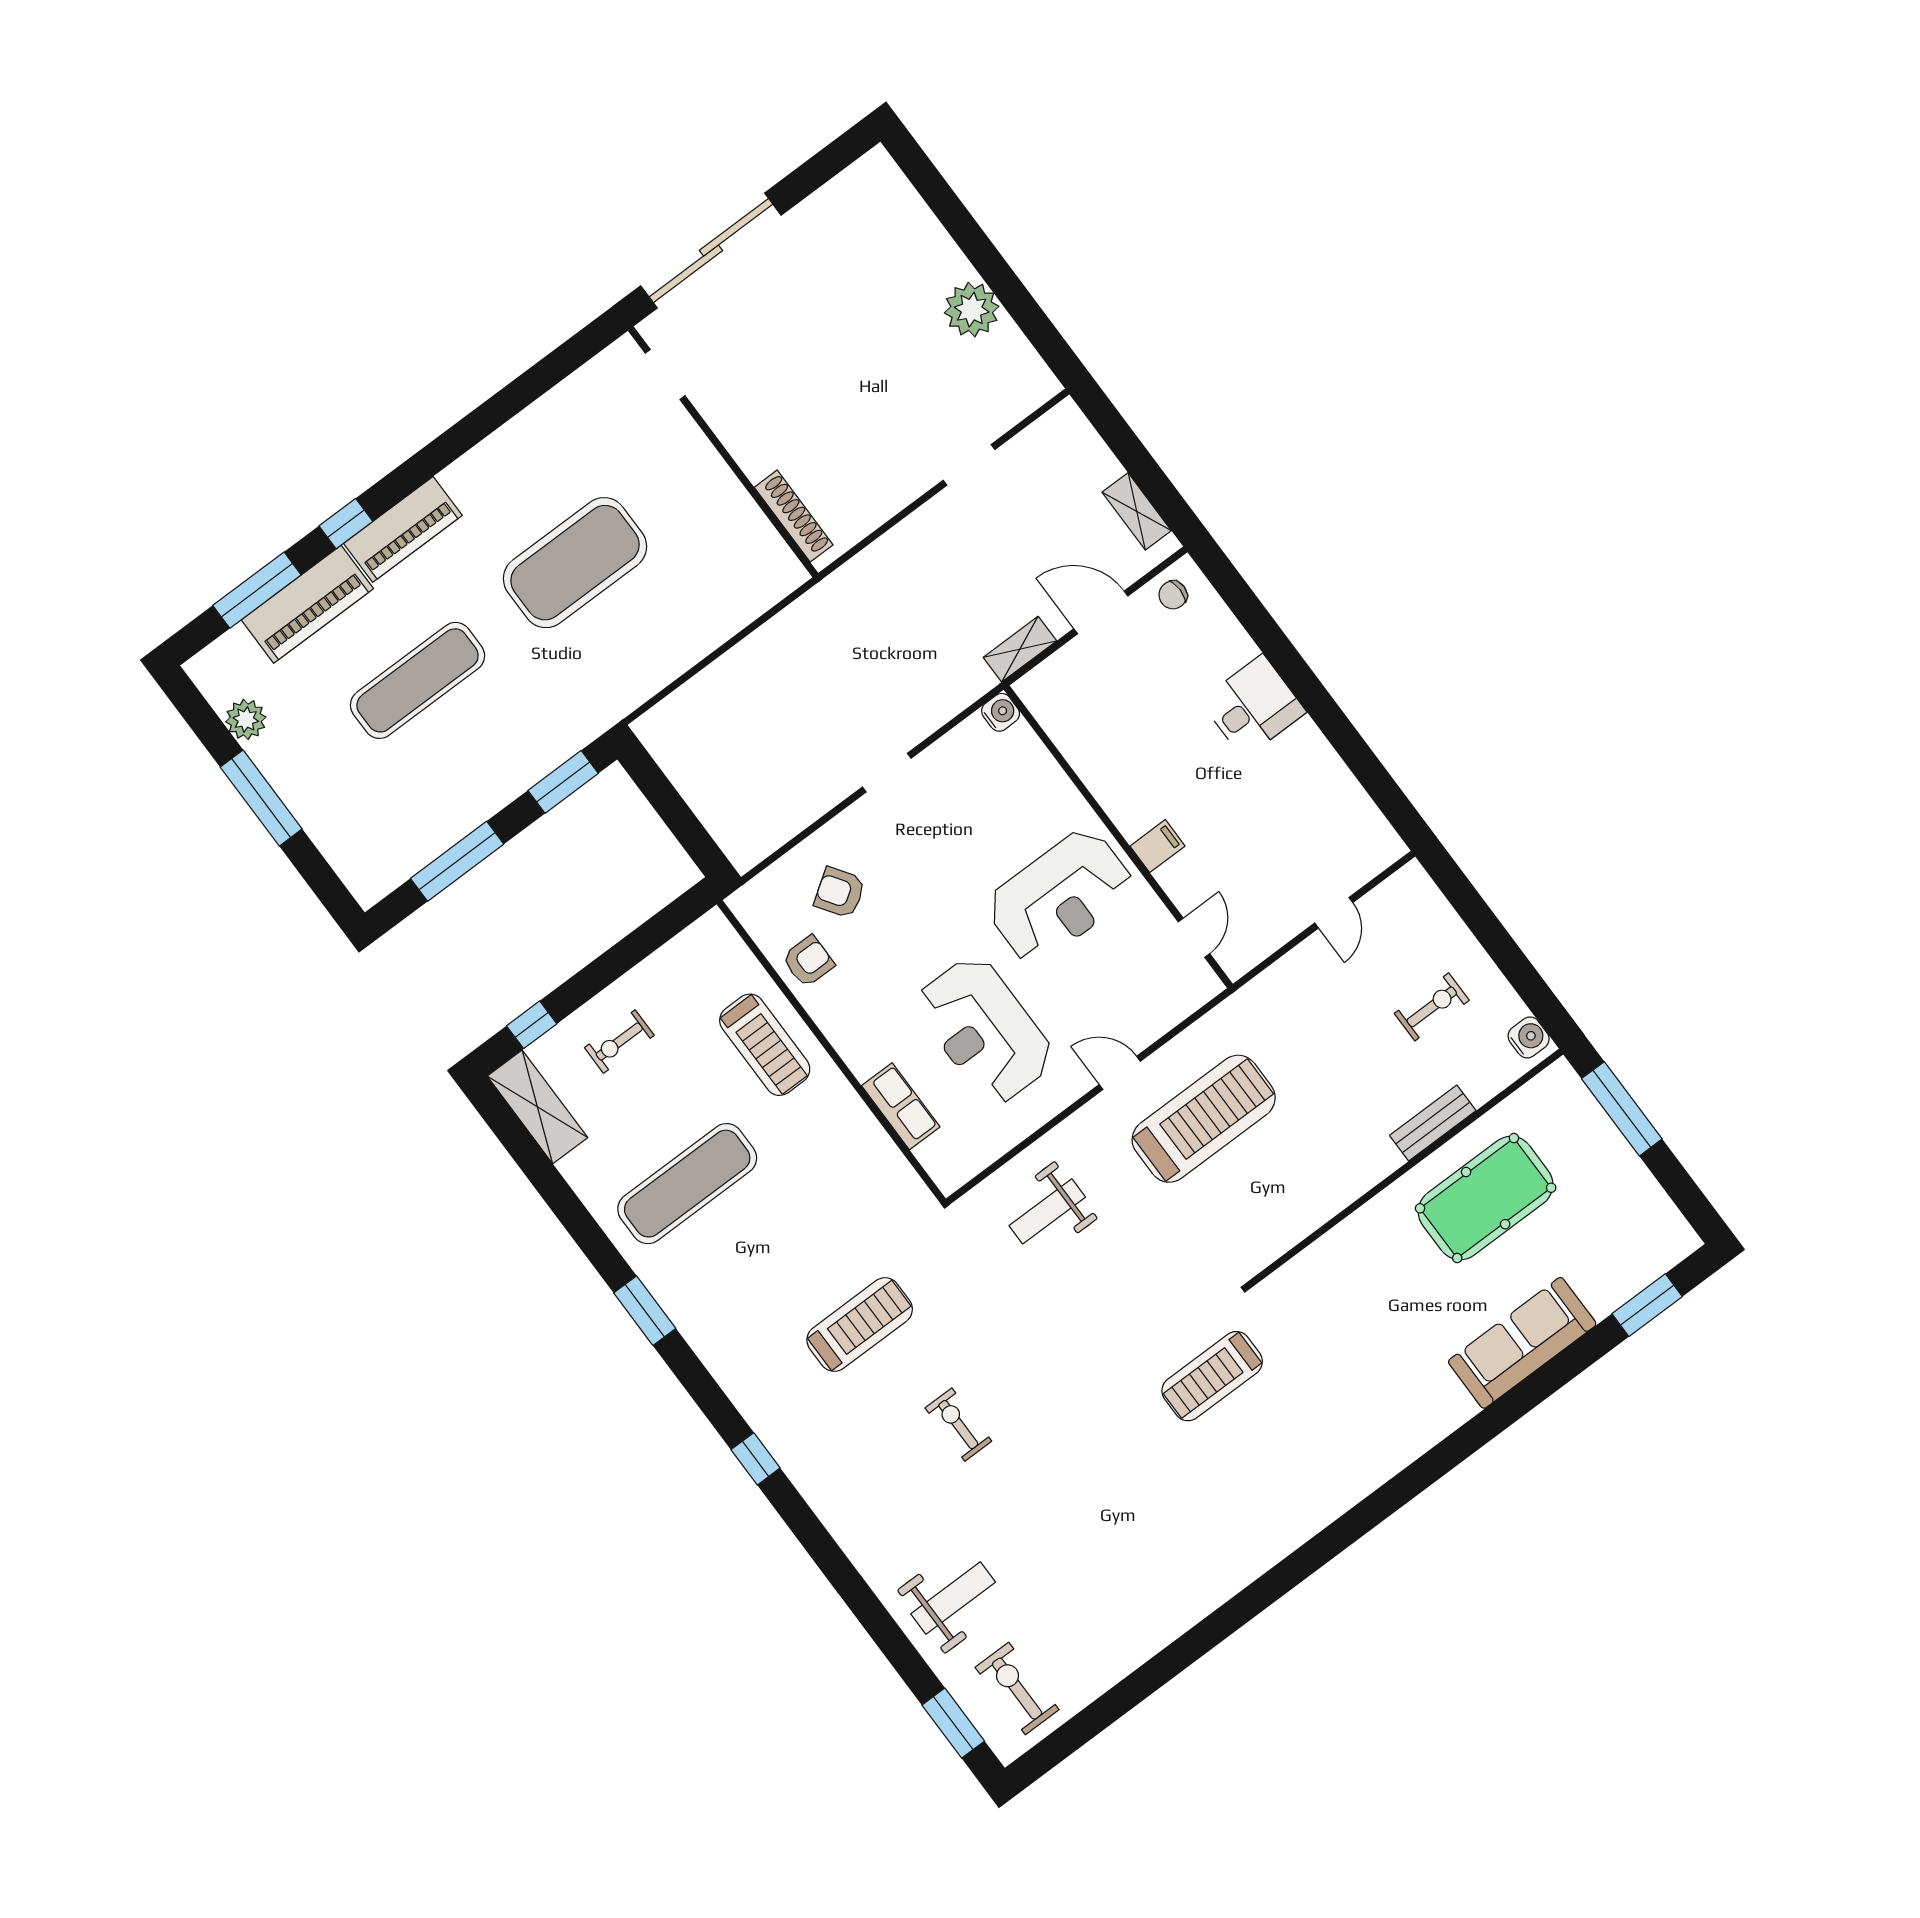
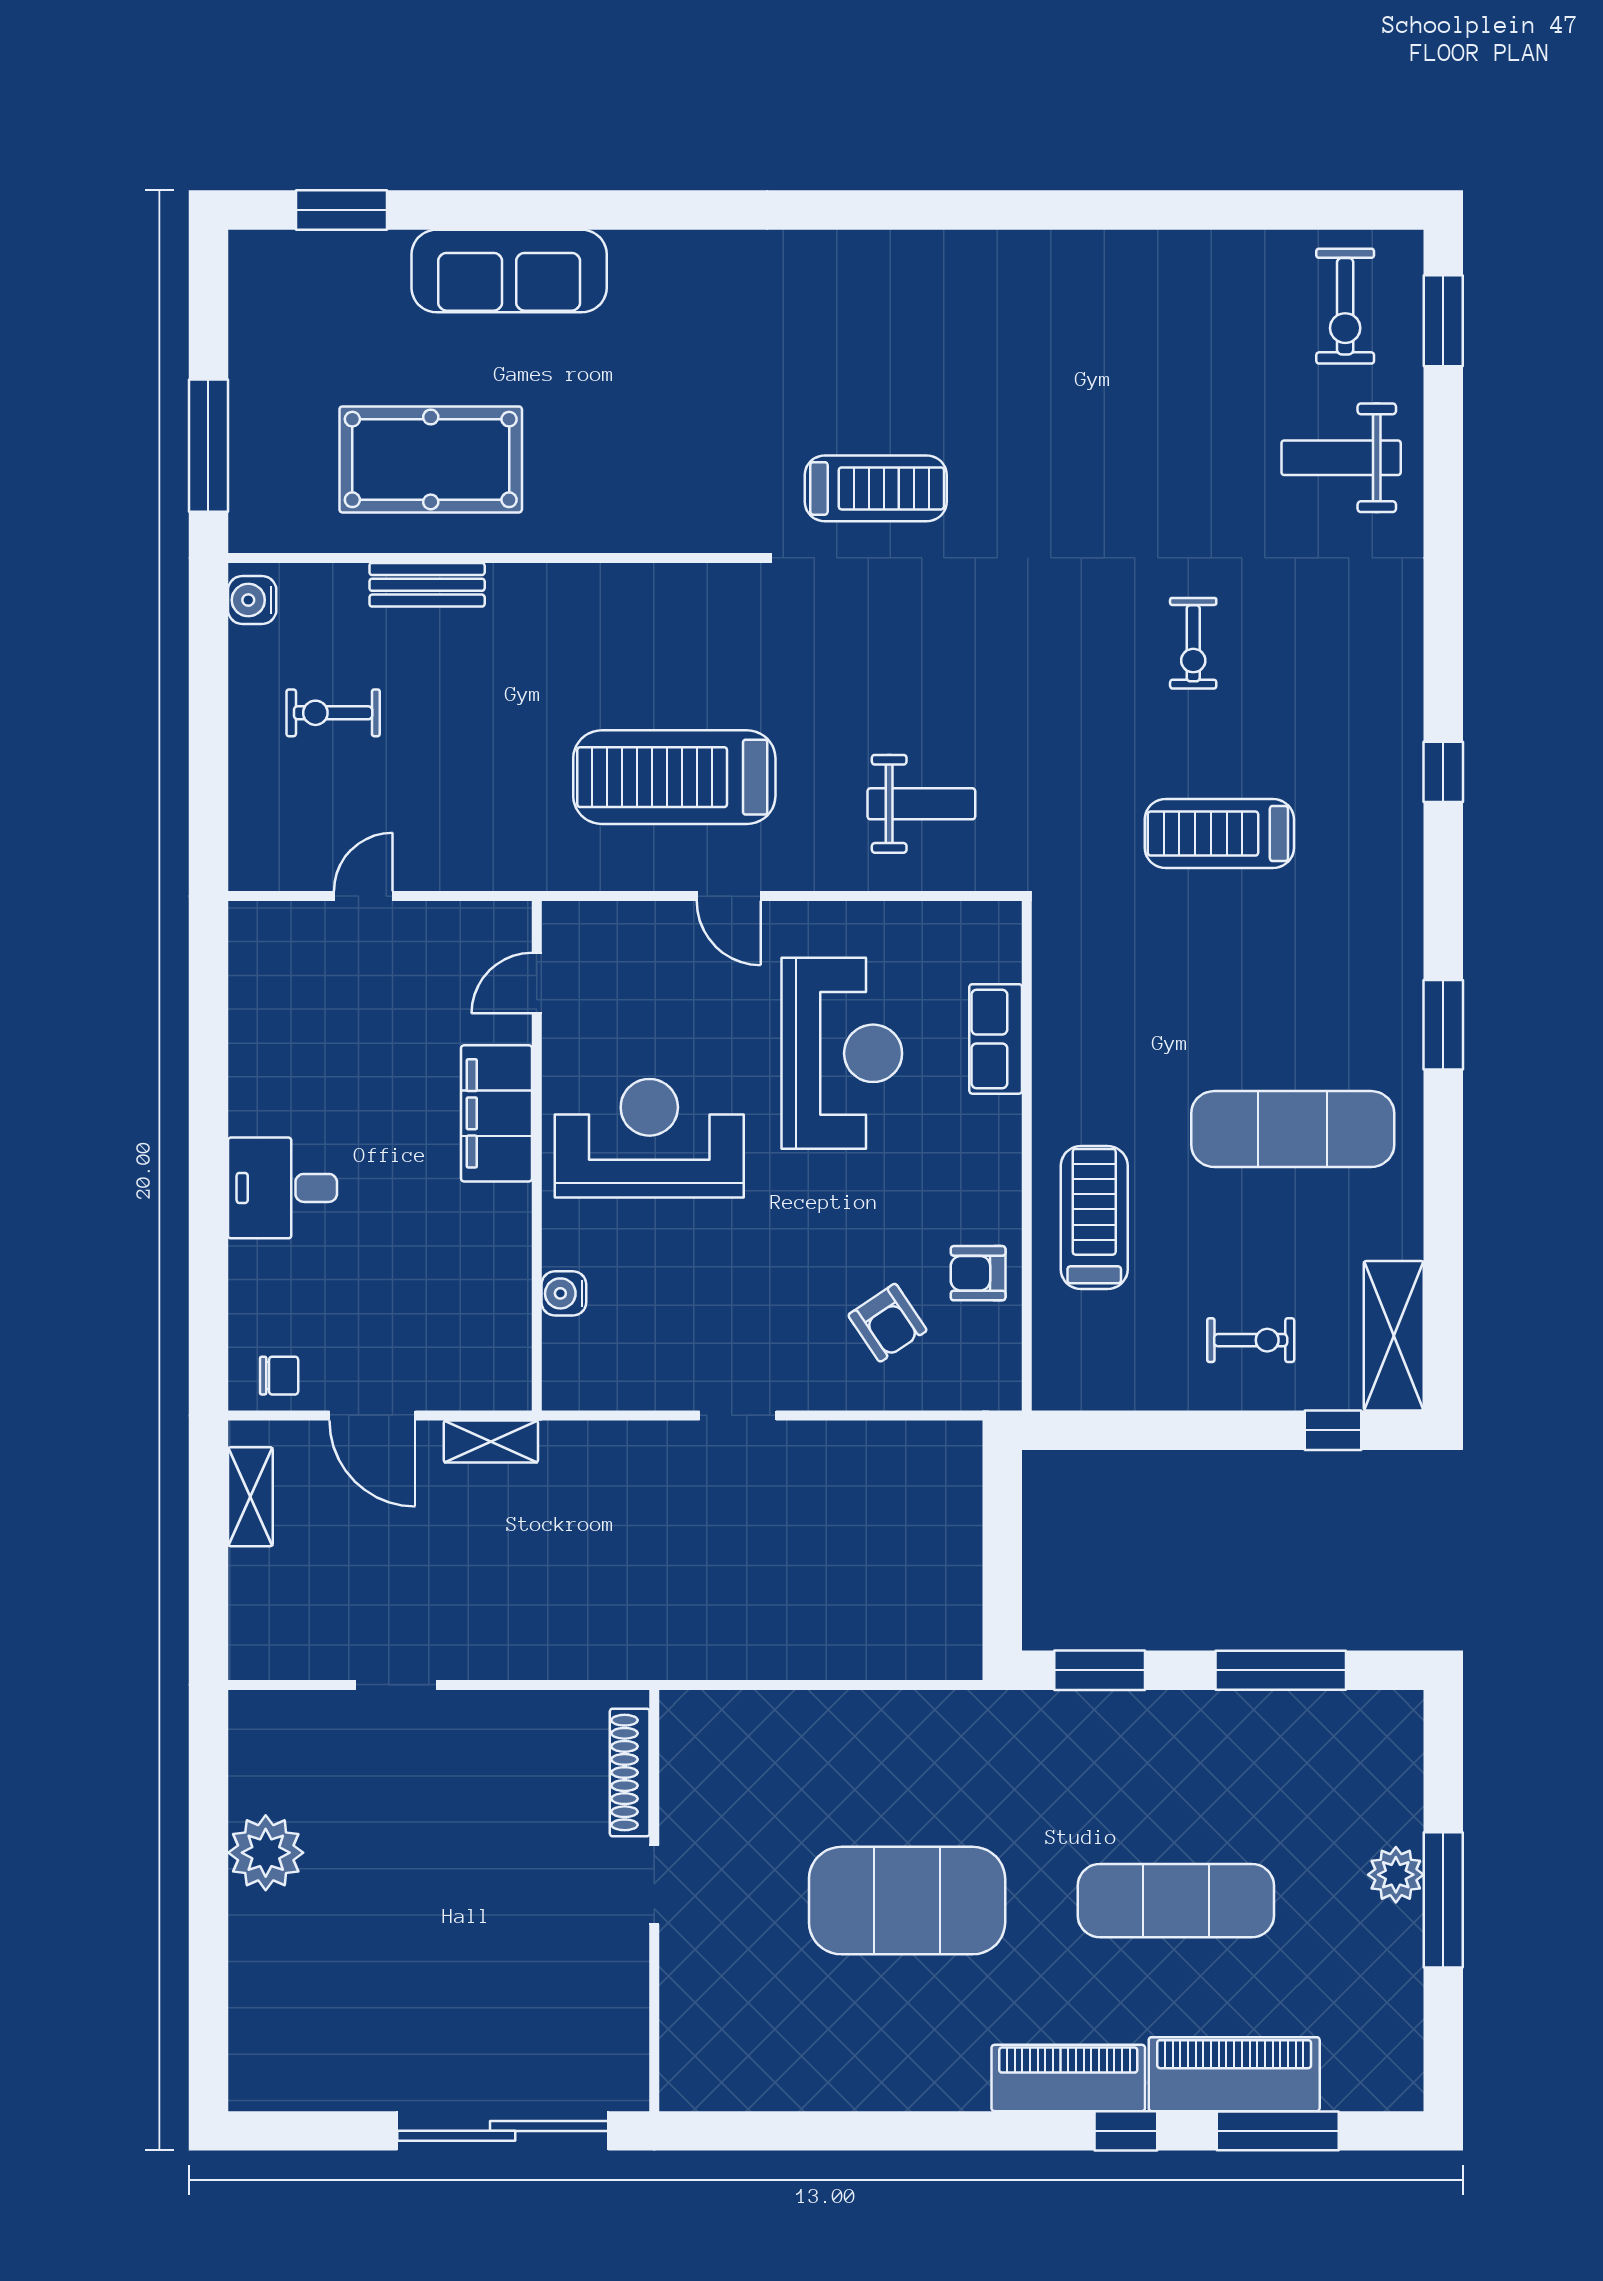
doorway: (665, 374) -> (654, 1885), moved
water cooler: (1001, 712) -> (564, 1293), moved
plant: (246, 719) -> (1396, 1875), moved
filing cabinet: (1158, 846) -> (497, 1113), width x3.00, depth x1.17

